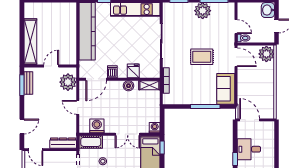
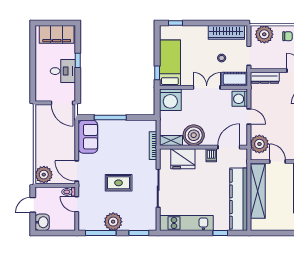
shelving: (69, 39) -> (258, 191), added
rug: (202, 57) -> (119, 183), moved
door: (51, 66) -> (278, 161), swing flipped
fridge: (133, 71) -> (183, 159), width x1.88, depth x1.34
boiler: (128, 86) -> (194, 135), width x1.86, depth x1.86
washing machine: (97, 126) -> (240, 99), moved, turned 90
washing machine: (155, 128) -> (170, 100), width x1.89, depth x1.89
double door: (128, 134) -> (207, 87), moved

